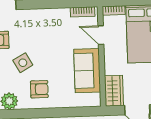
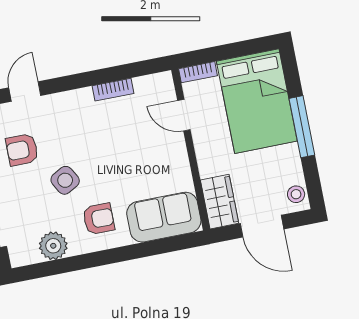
bookcase: (83, 12) -> (113, 90), moved
sofa: (87, 71) -> (164, 217), moved, turned 90

